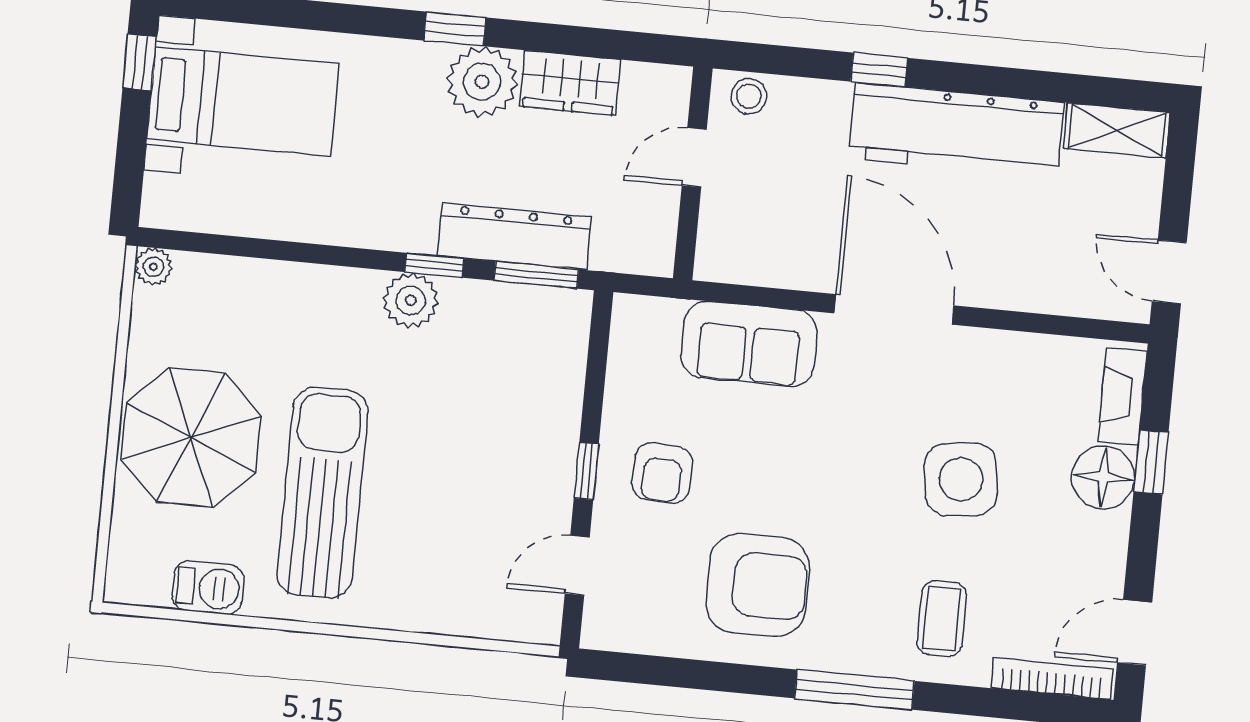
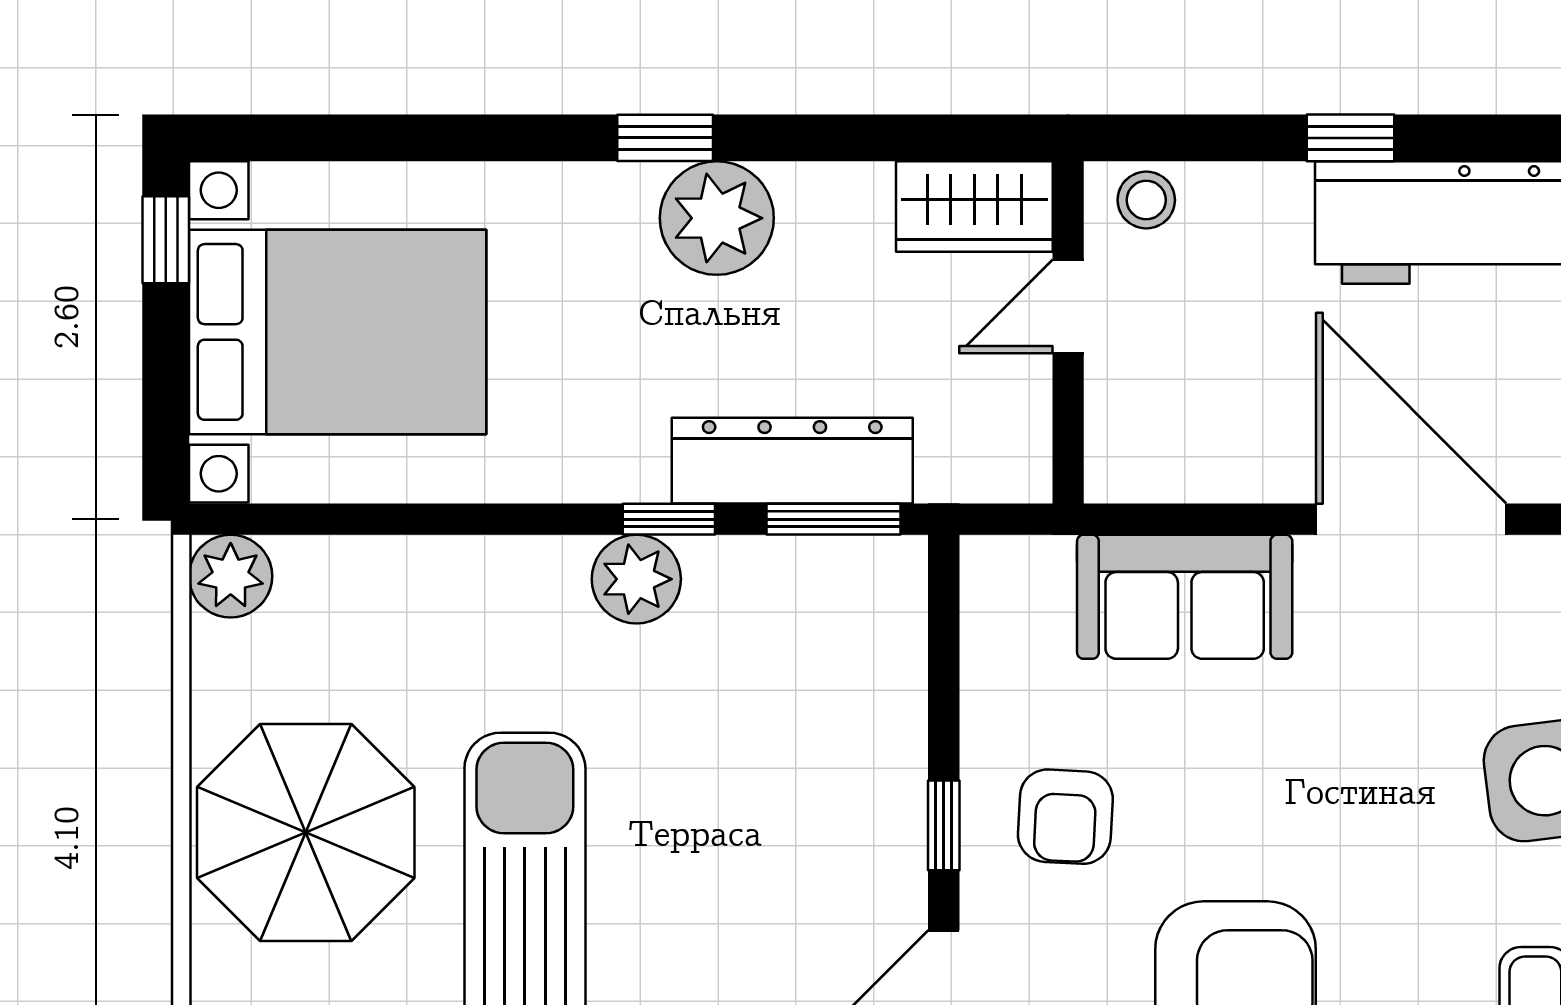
wardrobe: (570, 83) -> (974, 207), moved
bed with nightstands: (243, 102) -> (338, 332), width x1.36
plant: (153, 267) -> (231, 576), width x1.38, depth x1.38

